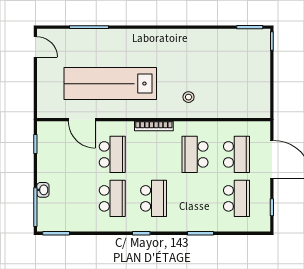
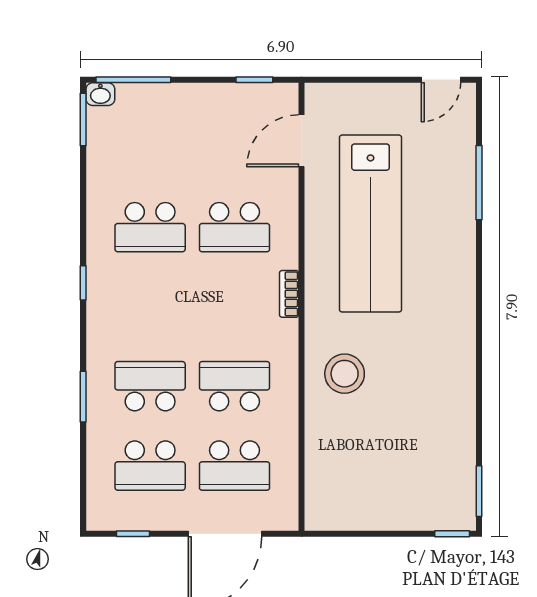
lab bench: (110, 84) -> (371, 224), turned 180
stool: (189, 97) -> (345, 374), width x1.89, depth x1.89
door: (82, 120) -> (301, 141), moved
bookcase: (154, 126) -> (289, 294), width x0.64
washbasin: (43, 190) -> (100, 94), moved
school desk: (154, 198) -> (150, 386), moved, turned 180

